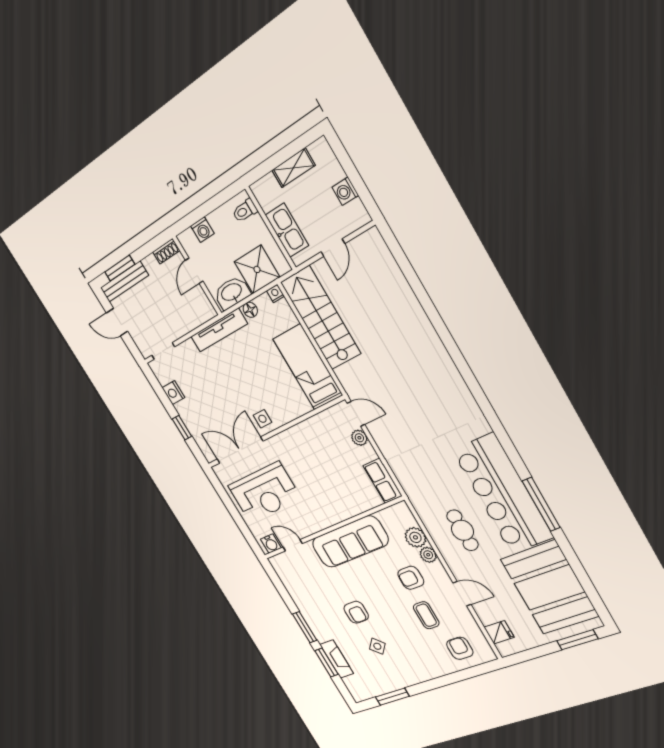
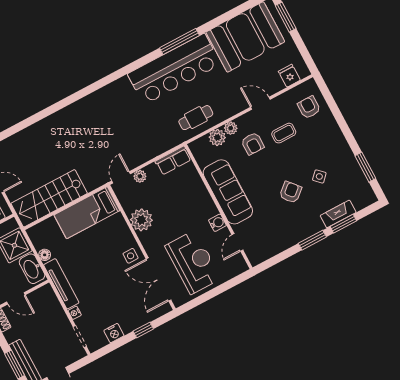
nightstand: (275, 293) -> (75, 313), moved
plant: (306, 435) -> (141, 220), added
cafe table: (462, 530) -> (196, 118), moved
water cooler: (271, 544) -> (217, 223), moved
door: (462, 594) -> (260, 103), hinge flipped
armchair: (356, 612) -> (291, 192), turned -41
armchair: (460, 648) -> (309, 107), turned 90

